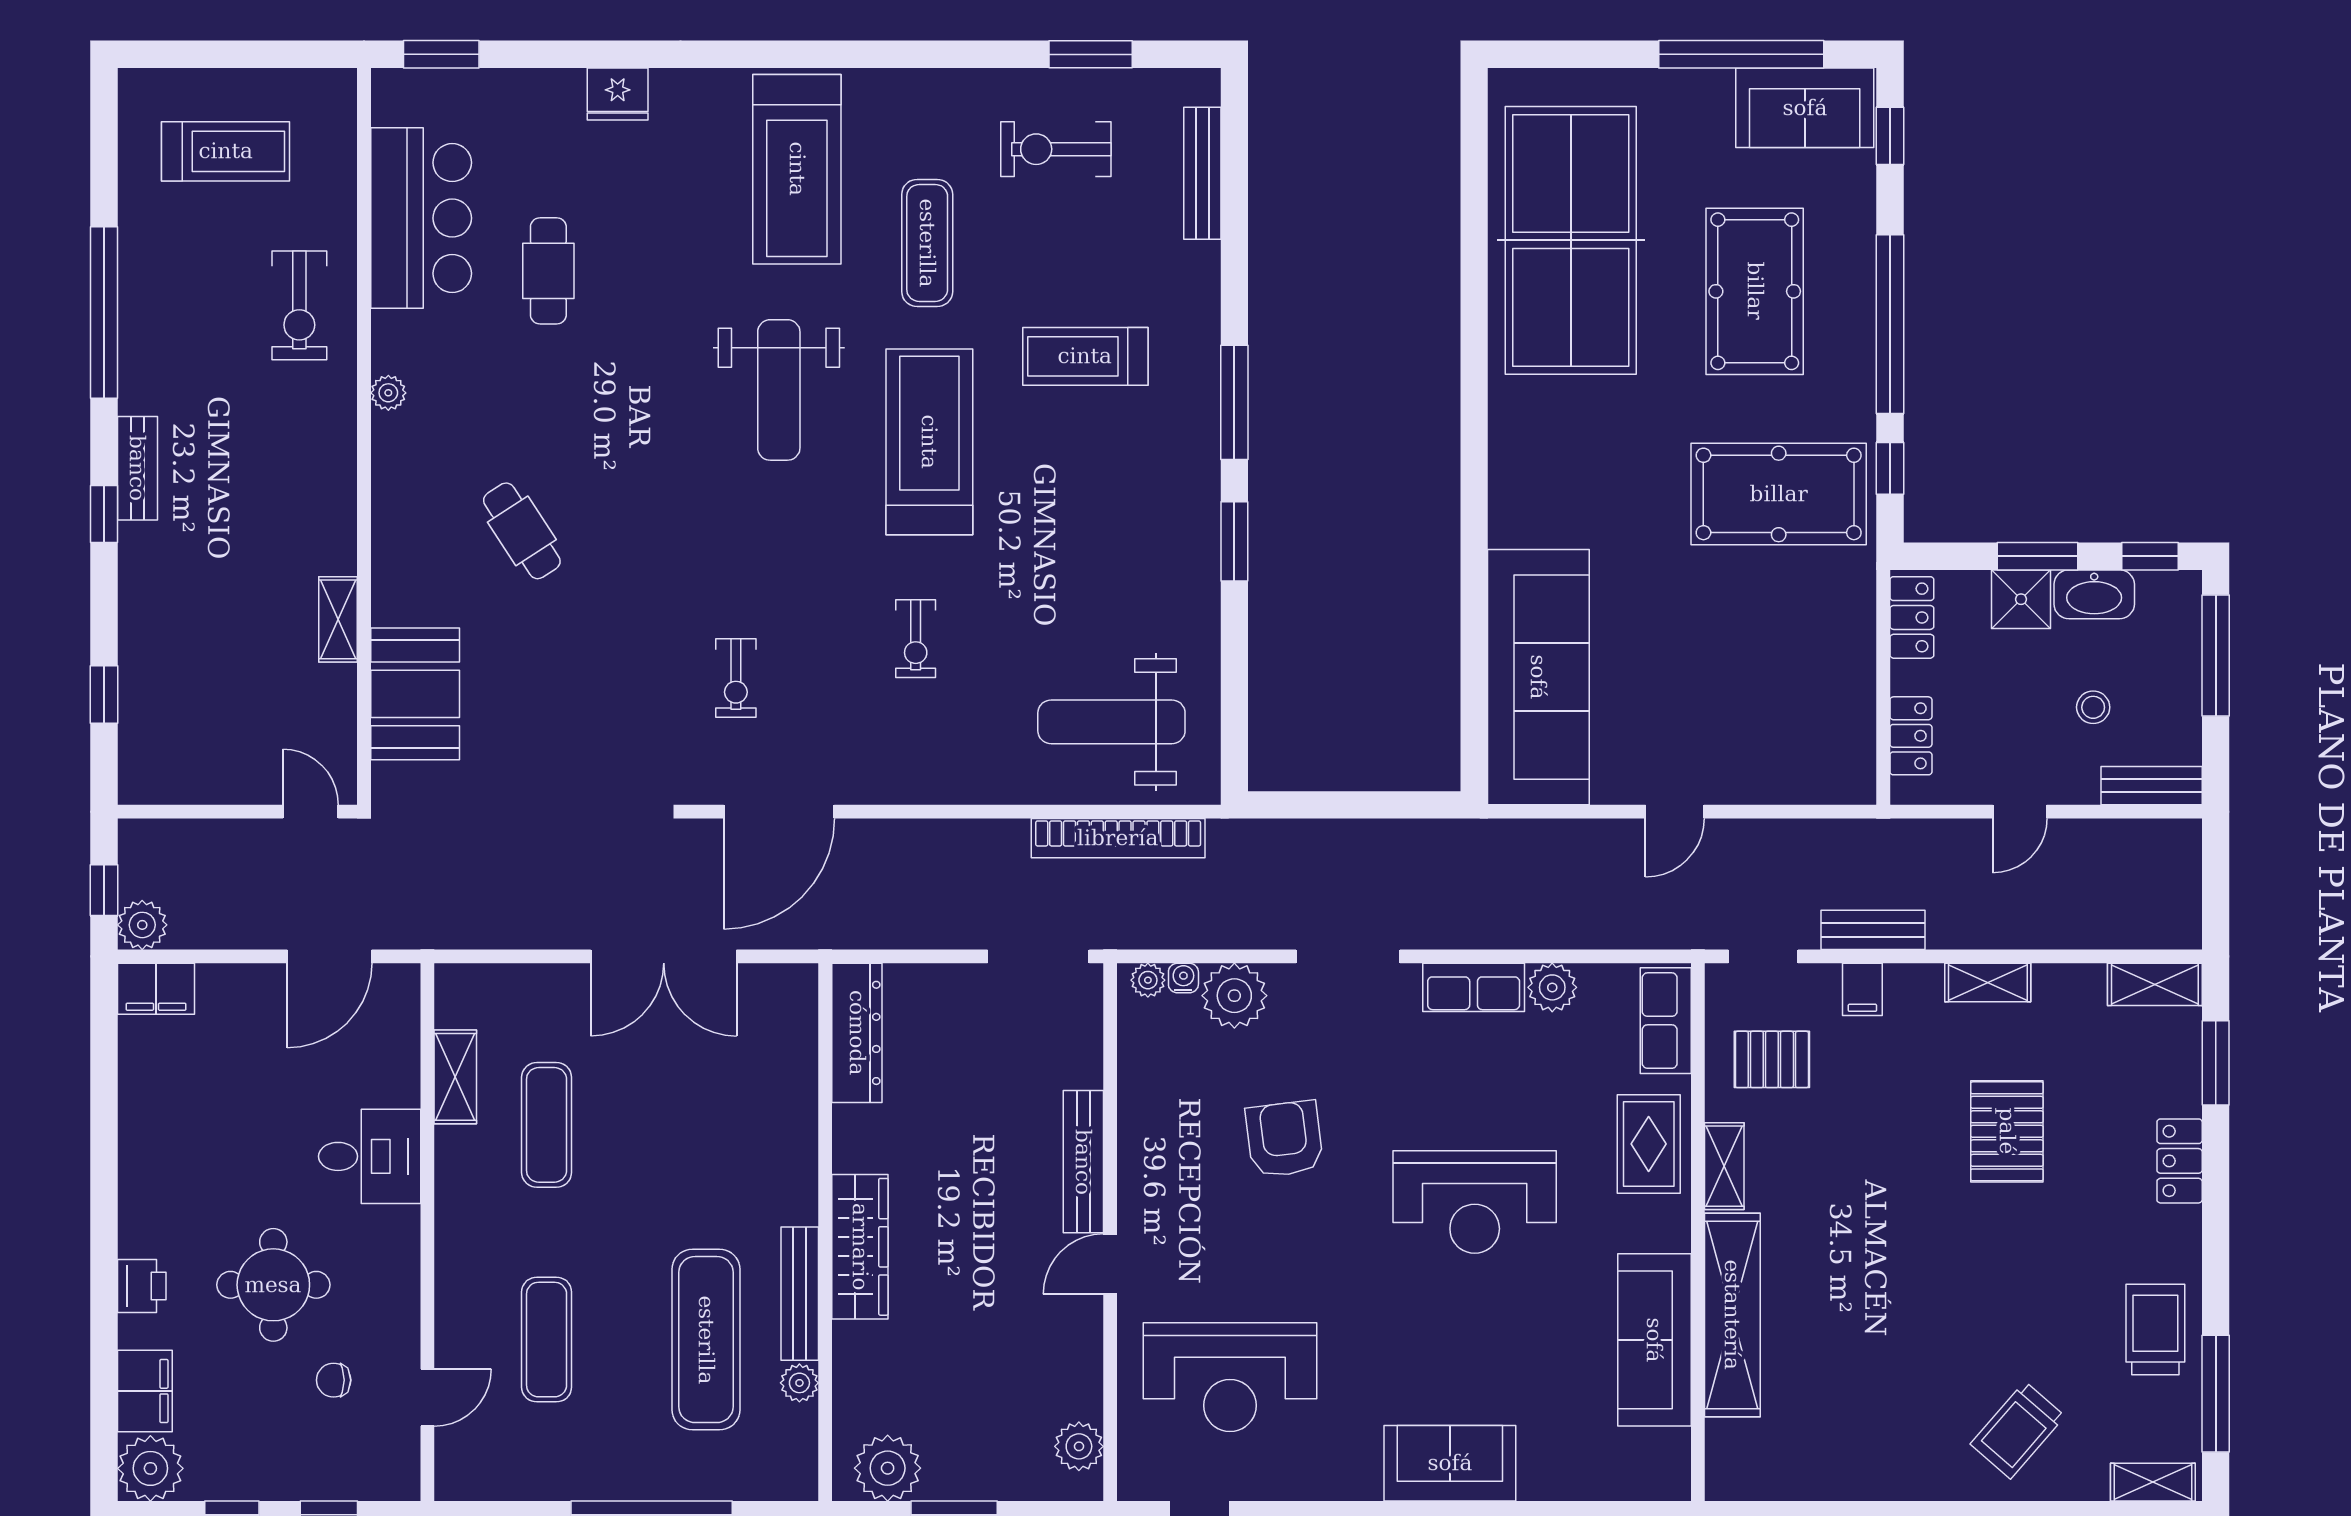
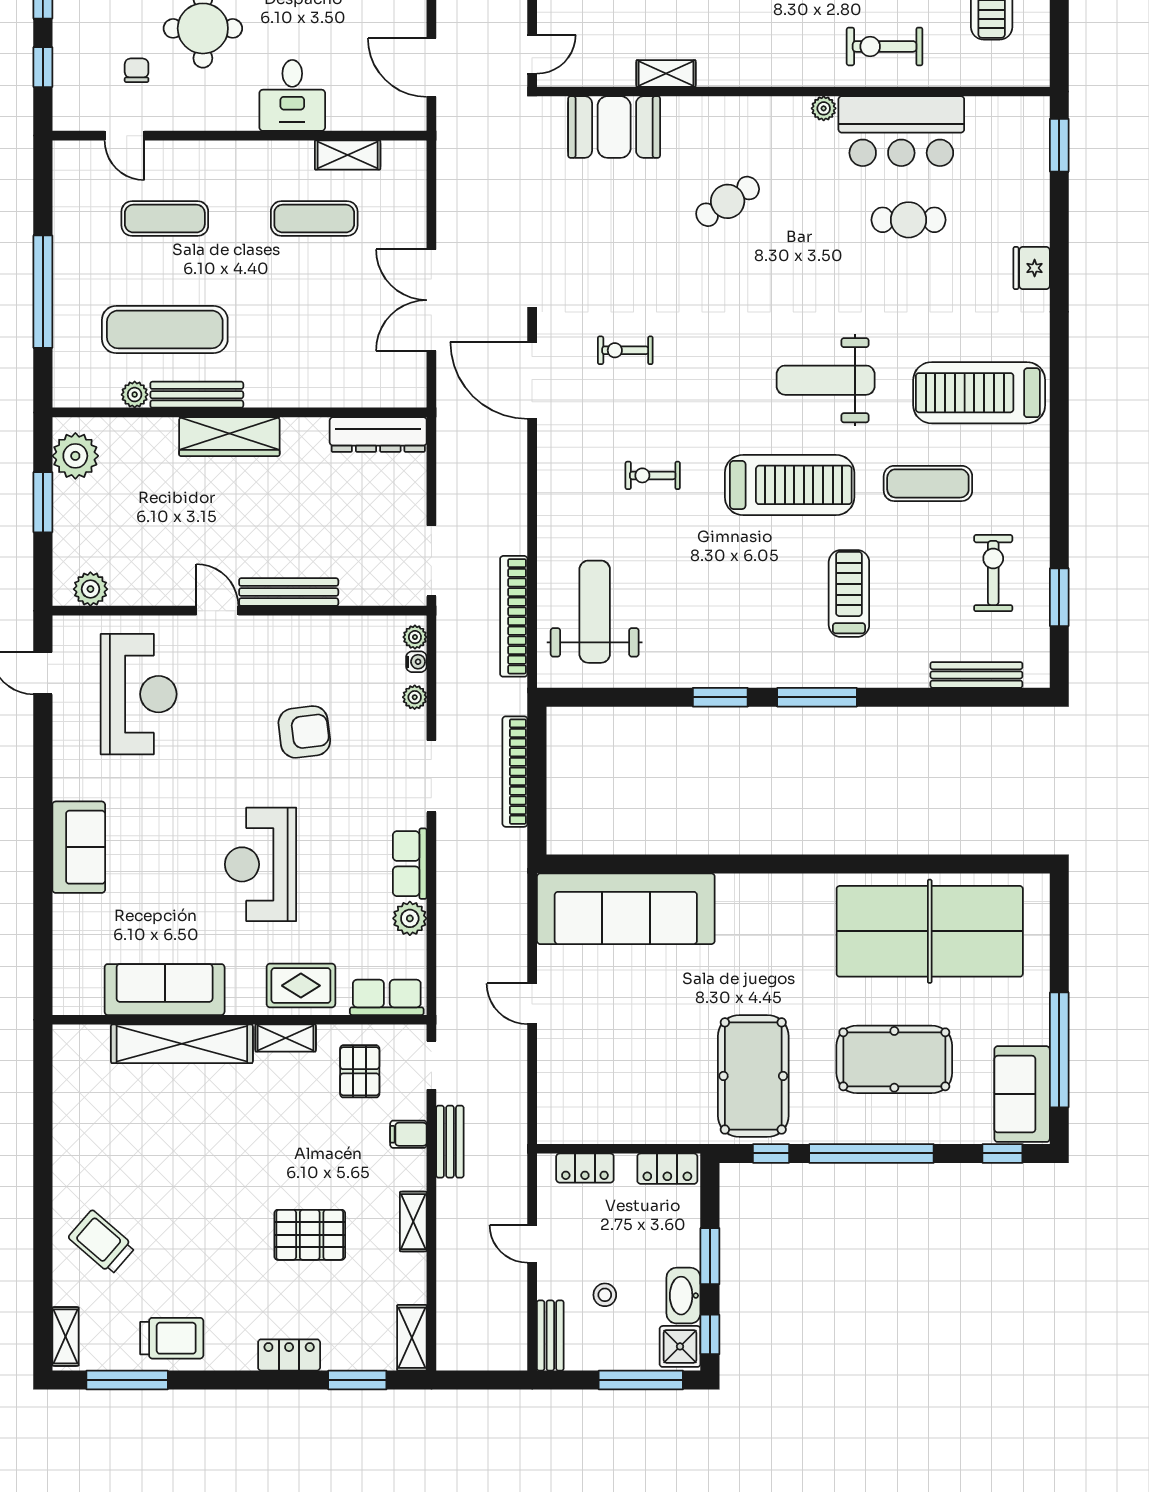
bar counter: (421, 218) -> (901, 131), moved
shower: (2021, 599) -> (680, 1346), moved
bookcase: (1341, 836) -> (515, 772), added
plant: (1234, 996) -> (415, 697), width x0.53, depth x0.53
reception desk: (1230, 1377) -> (139, 694), turned 180

